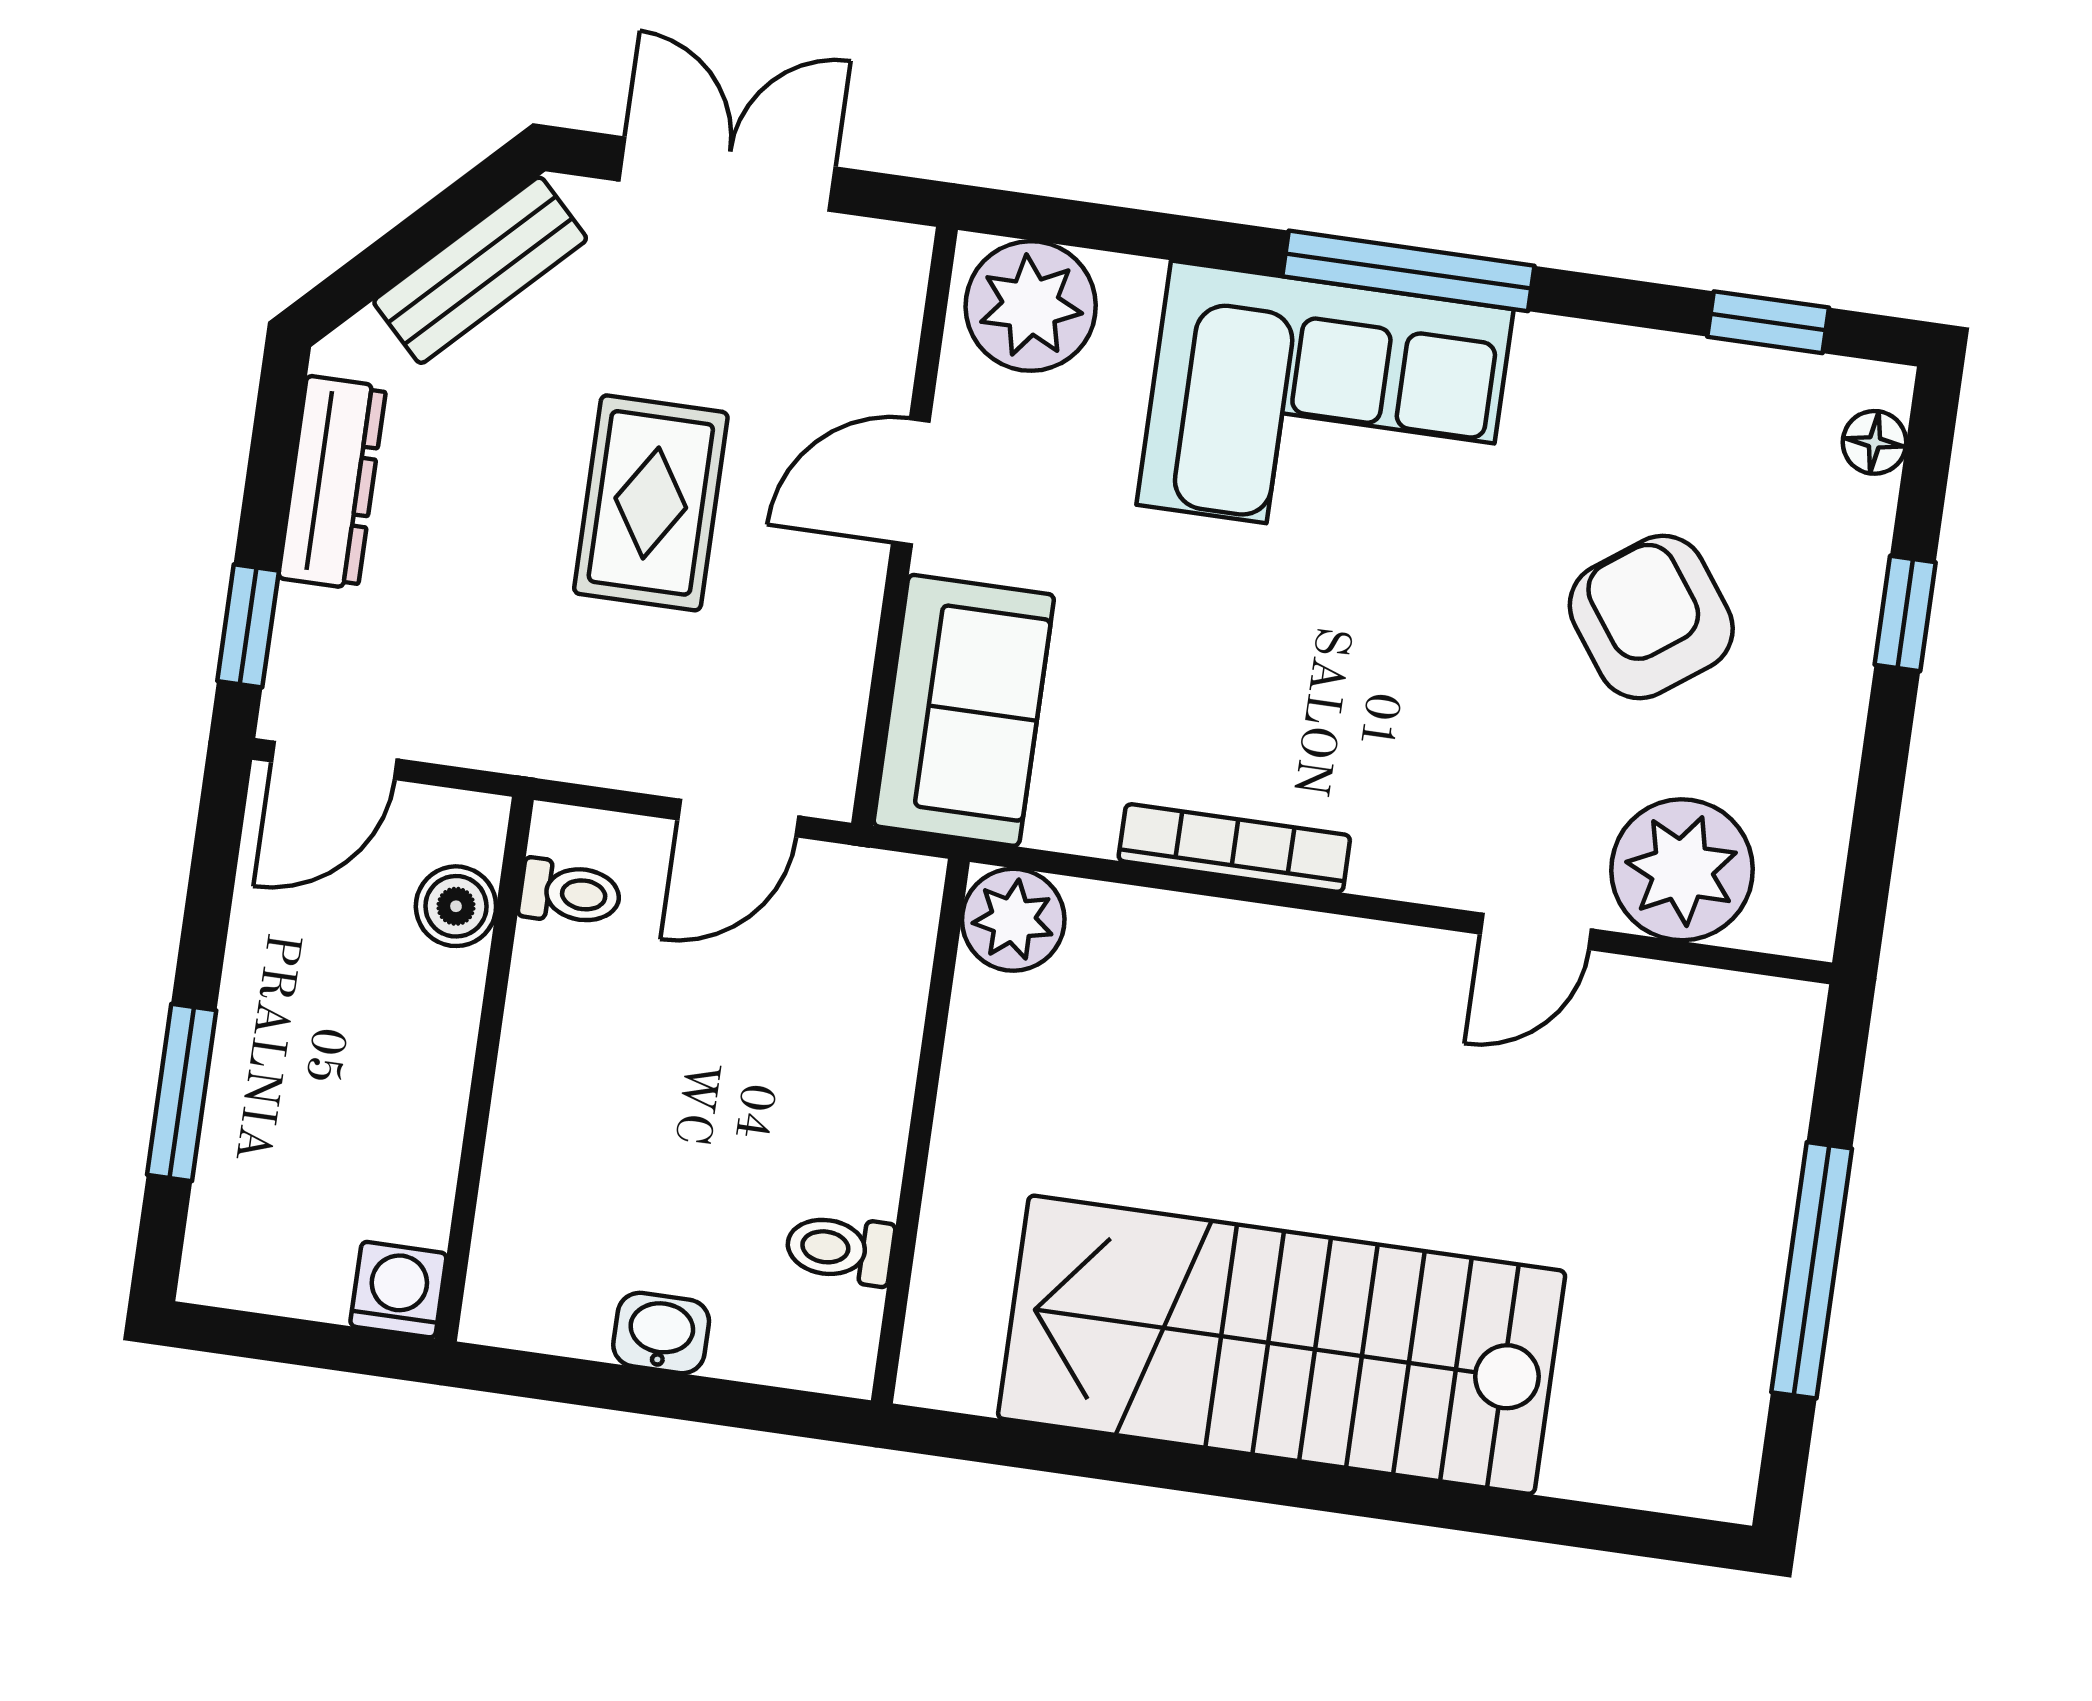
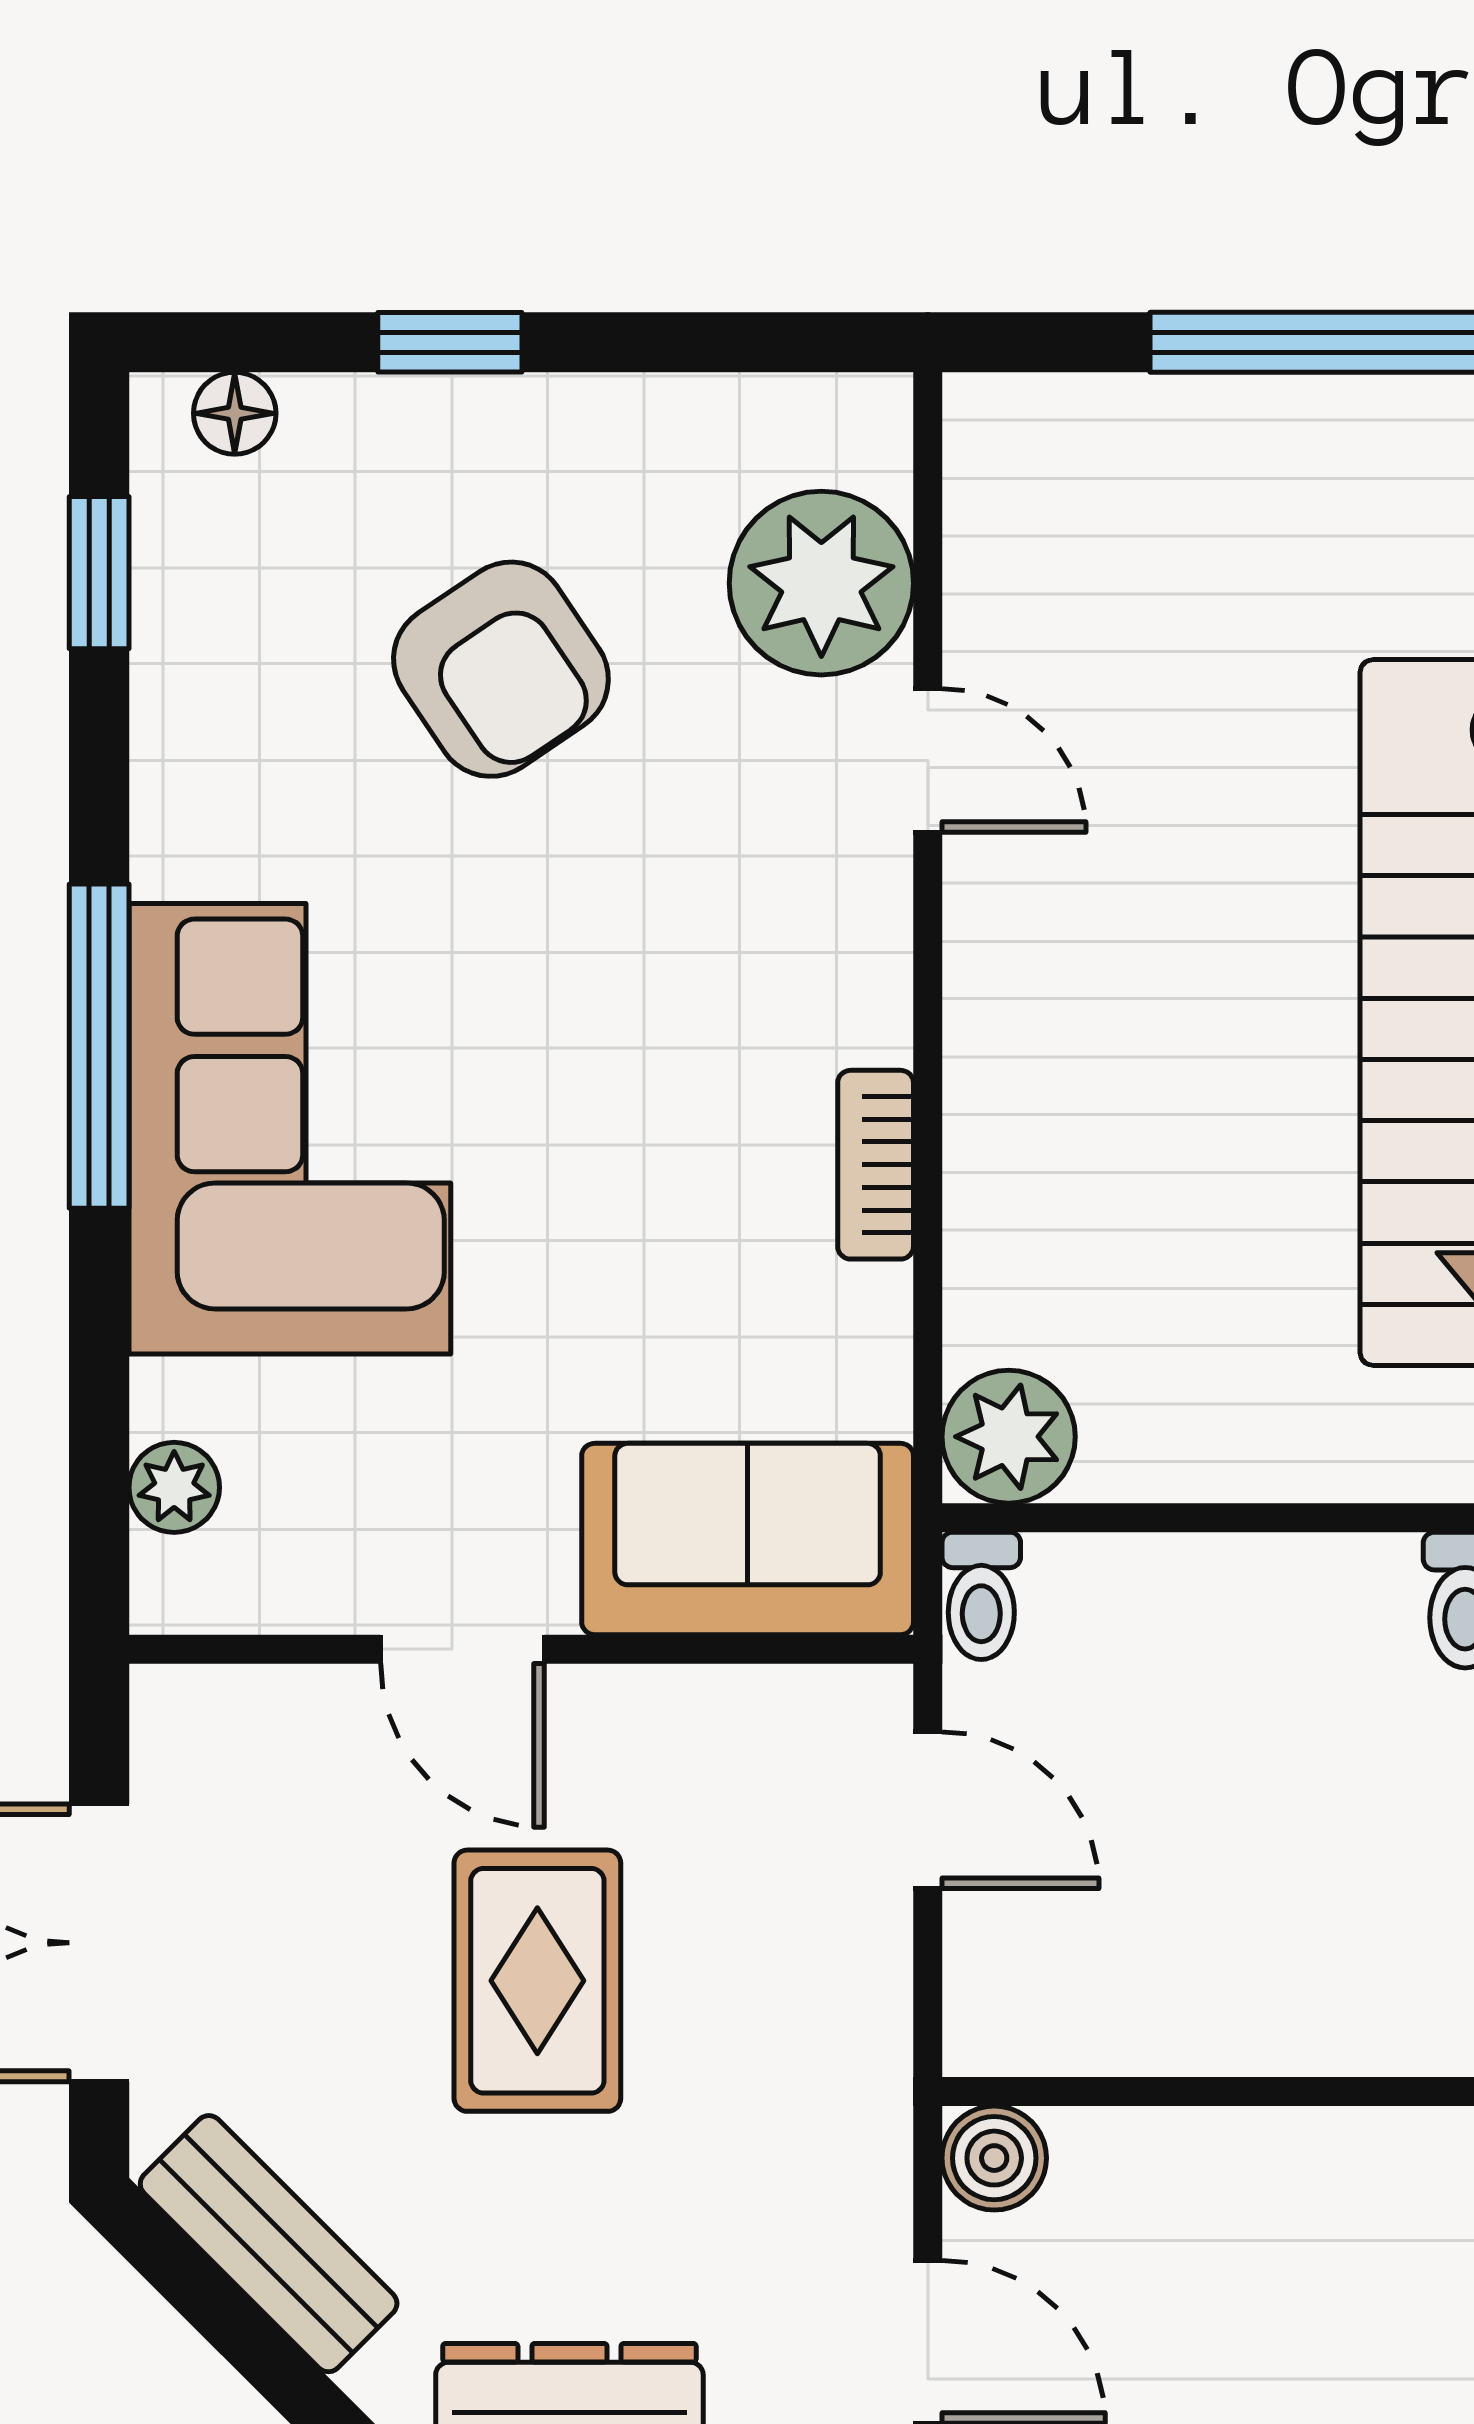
plant: (1031, 306) -> (174, 1487), width x0.53, depth x0.53
rug: (651, 503) -> (537, 1981), turned 90
armchair: (1651, 617) -> (501, 669), turned -88
bookcase: (1234, 848) -> (876, 1165), width x0.64
toilet: (570, 893) -> (981, 1596), moved, turned 180
boiler: (456, 906) -> (994, 2158), moved

